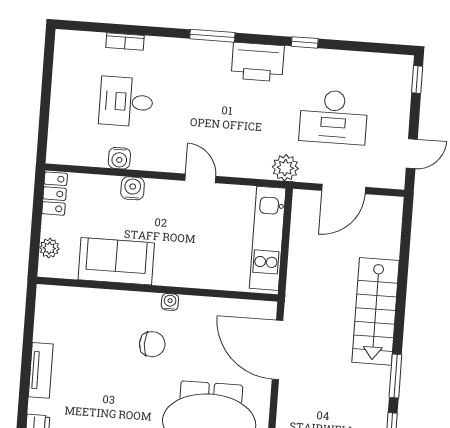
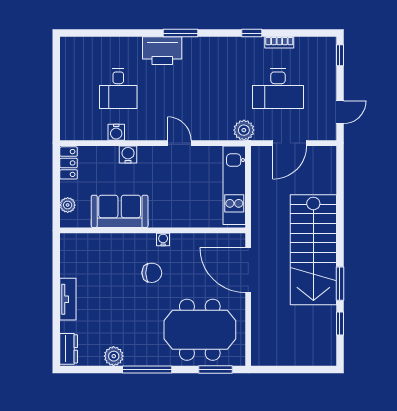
bookcase: (125, 42) -> (279, 42), moved
printer: (258, 62) -> (162, 51), moved
desk: (126, 102) -> (118, 89), turned -90
stairs: (375, 311) -> (313, 250), width x1.36, depth x1.51

